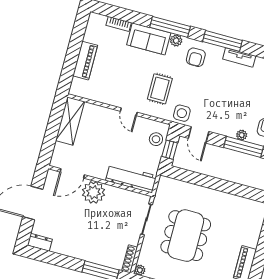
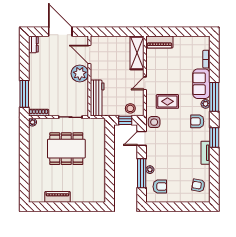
window: (222, 41) -> (214, 137), width x0.69
piano: (85, 61) -> (159, 42), moved
shelving: (70, 121) -> (137, 53), moved, turned 90

